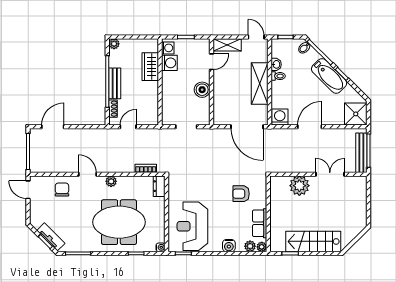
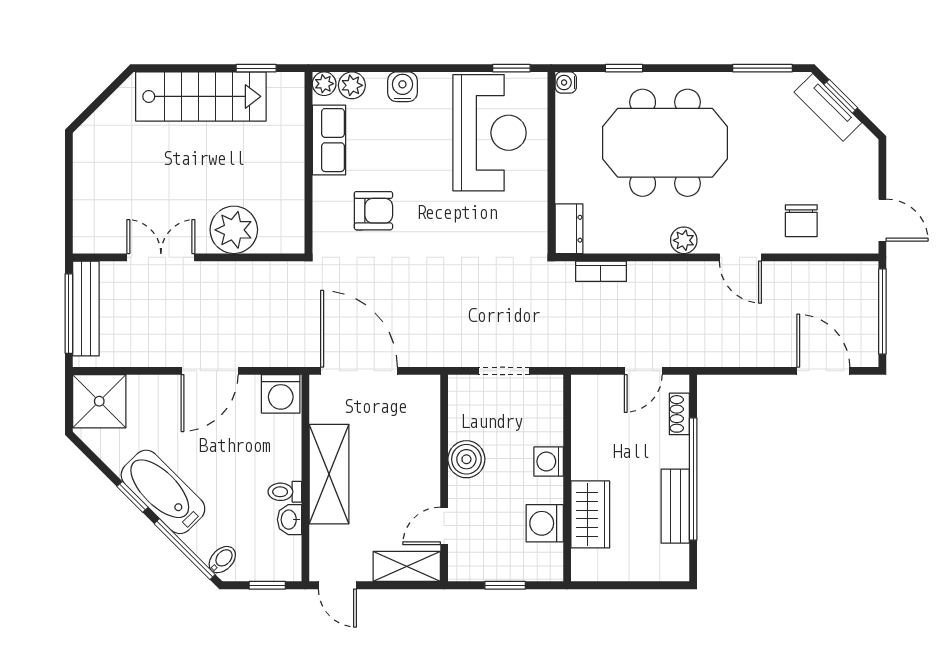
plant: (114, 44) -> (677, 569), removed
washing machine: (168, 48) -> (549, 461), moved
bench: (115, 83) -> (675, 506), moved
door: (53, 127) -> (823, 371), swing flipped
double door: (330, 174) -> (161, 257), swing flipped

